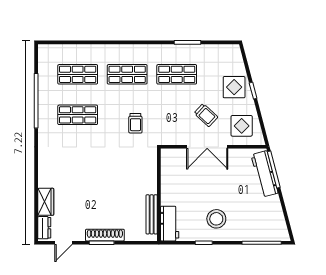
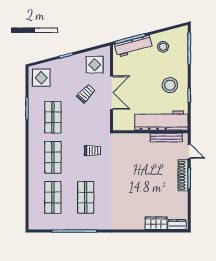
display table: (234, 87) -> (41, 78), moved
stool: (264, 210) -> (163, 47), added
workbench: (170, 224) -> (161, 121), width x1.88, depth x1.32
door: (63, 243) -> (189, 151), moved

